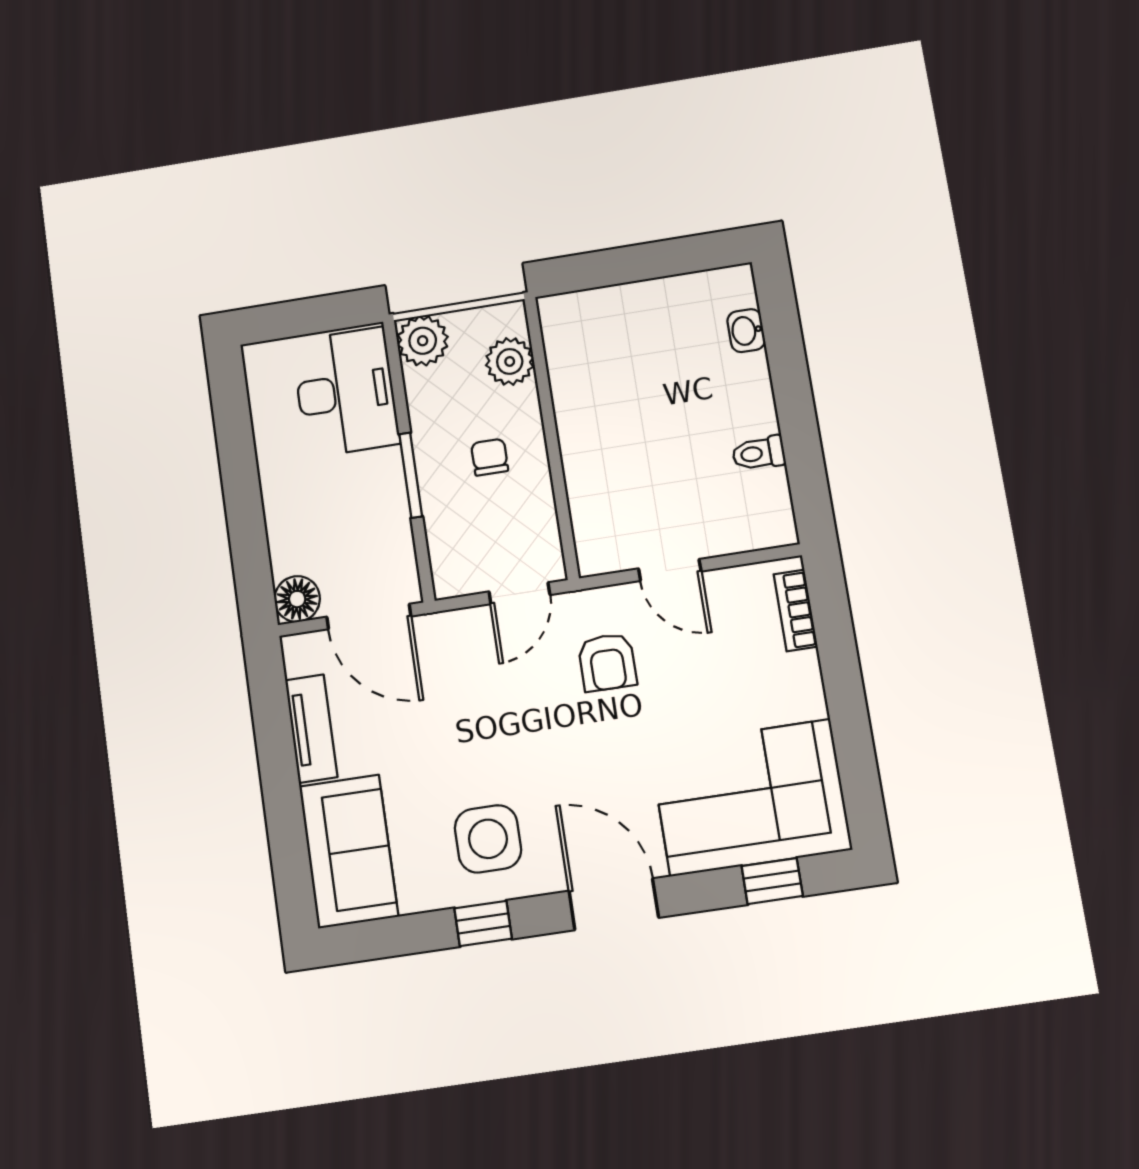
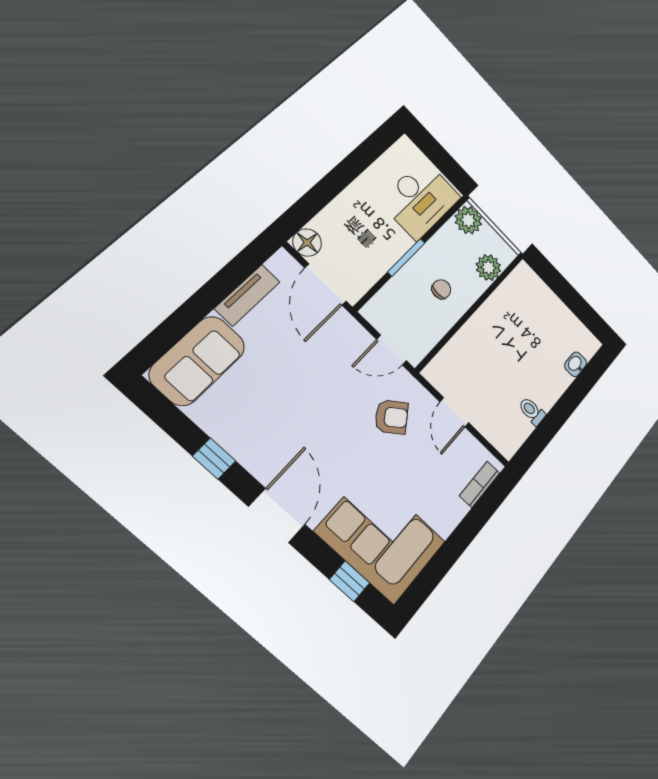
armchair: (607, 662) -> (392, 417), turned -126
side table: (488, 839) -> (261, 427), removed

